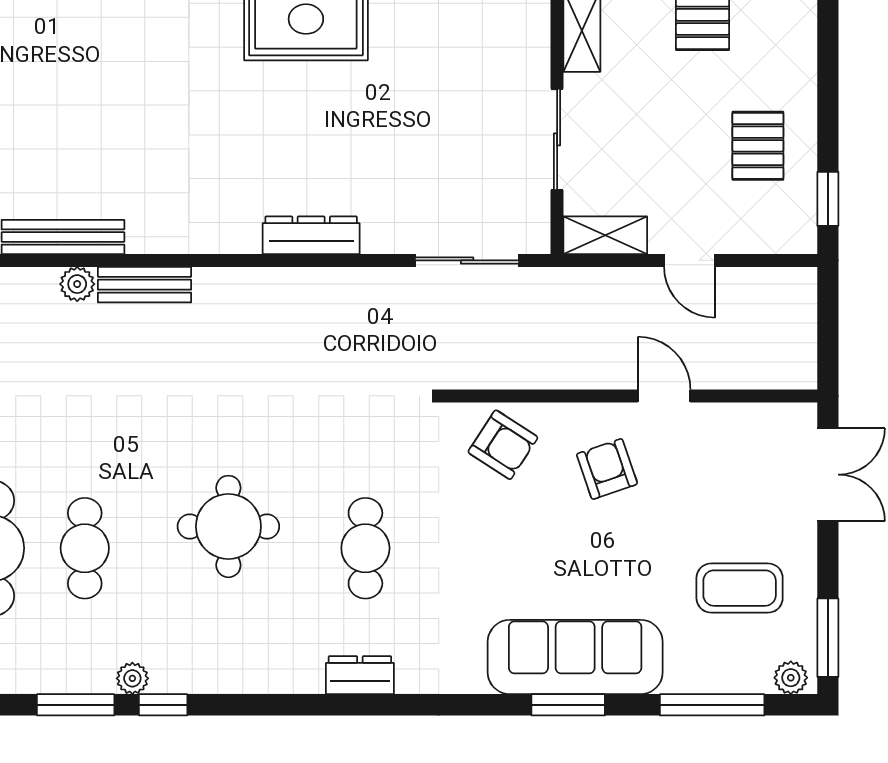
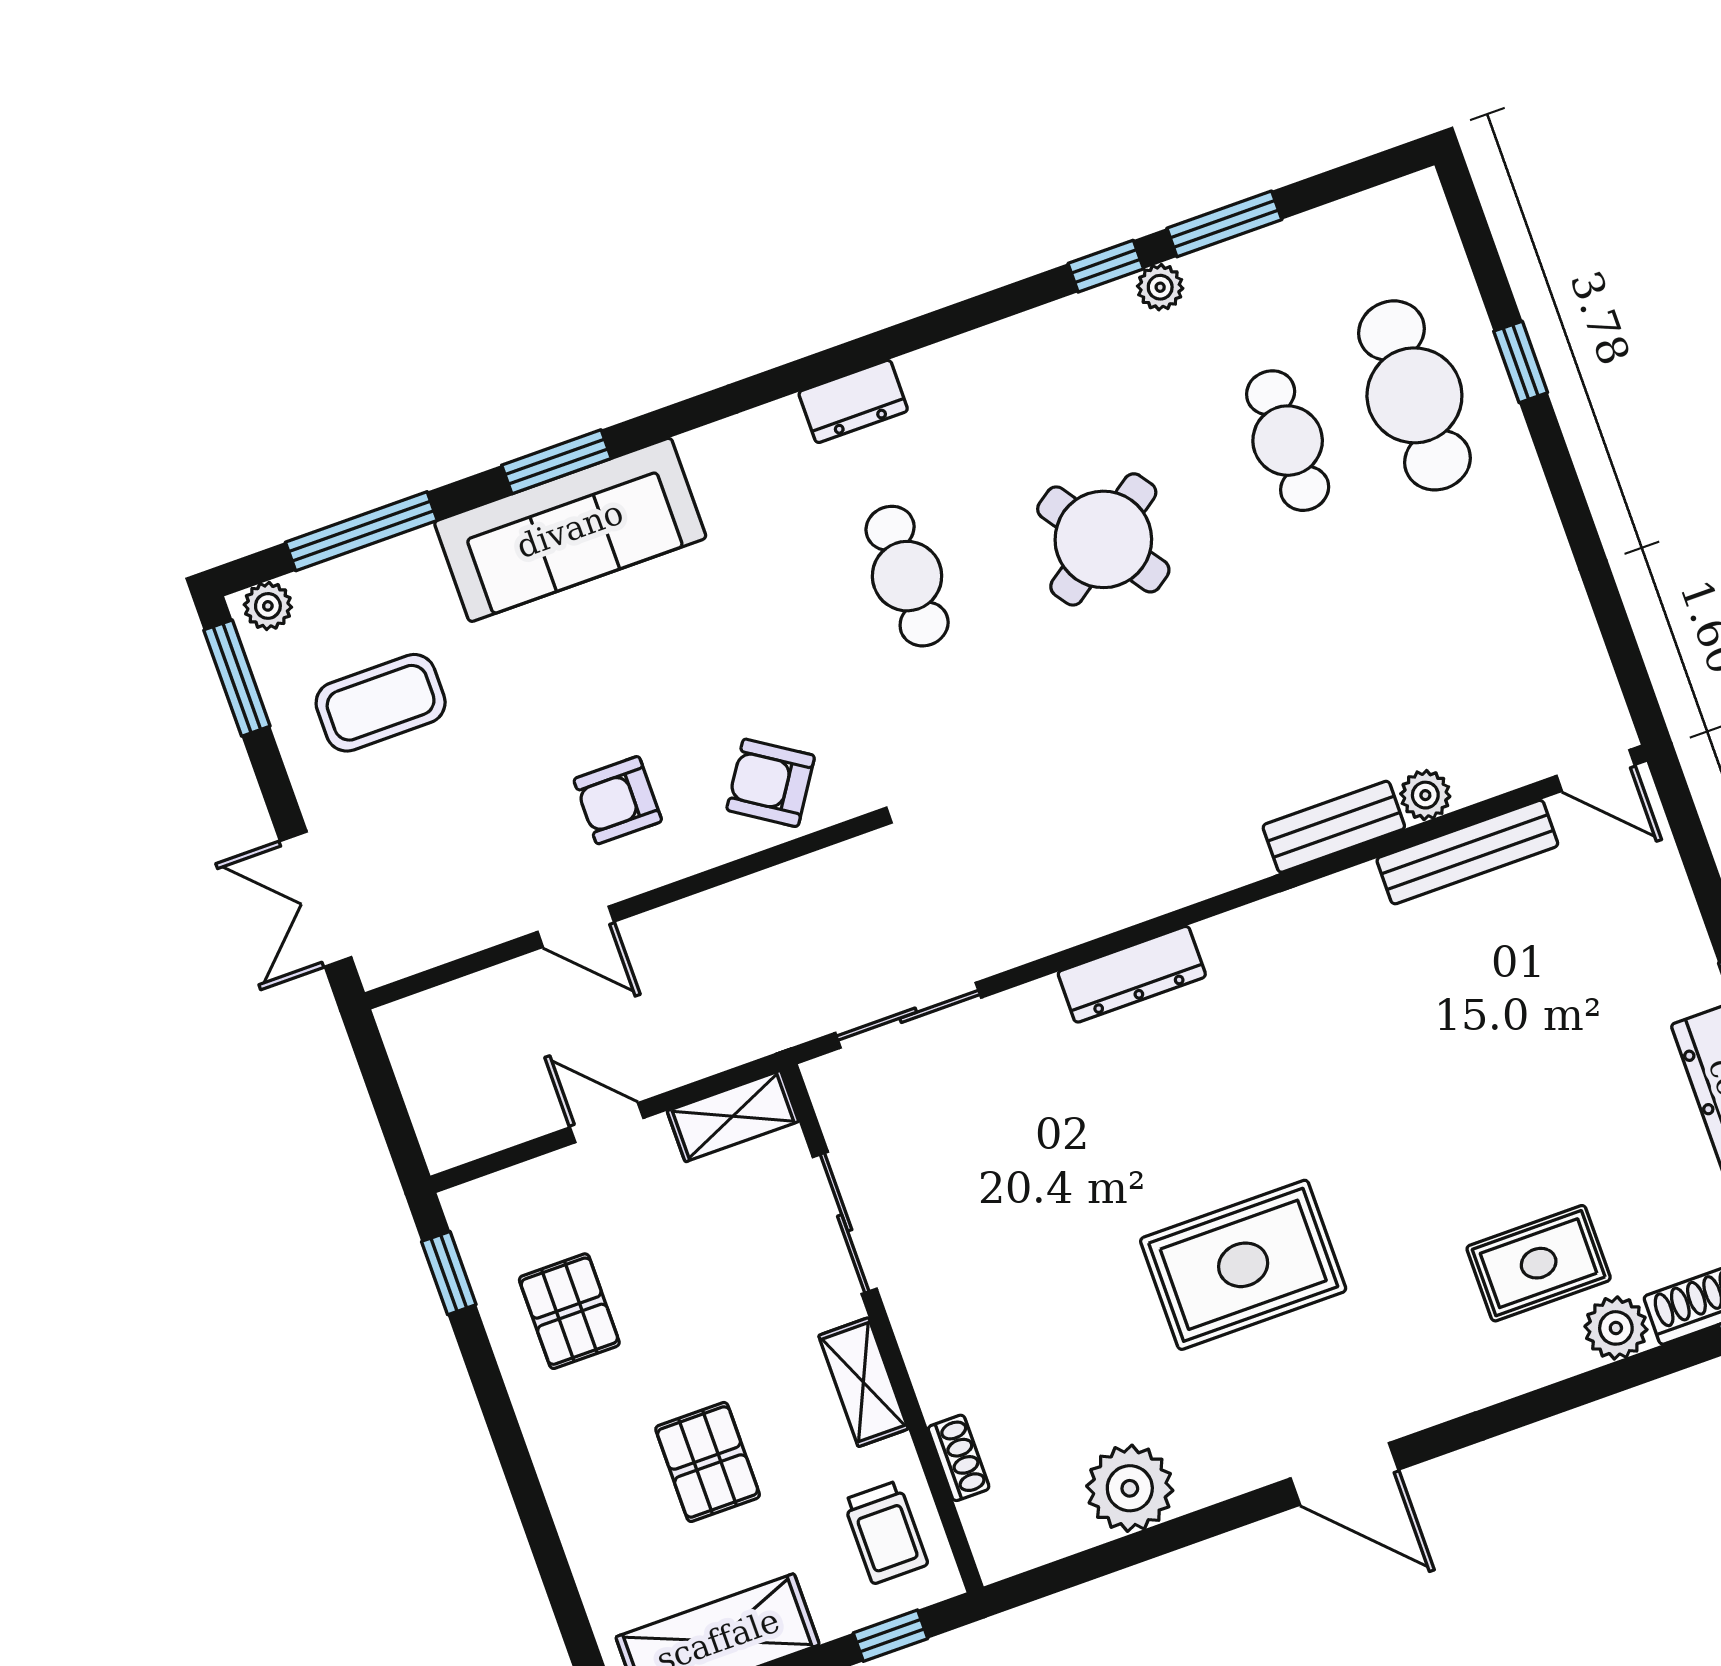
armchair: (607, 469) -> (618, 800), turned 109
round table: (228, 526) -> (1103, 539), turned -35

